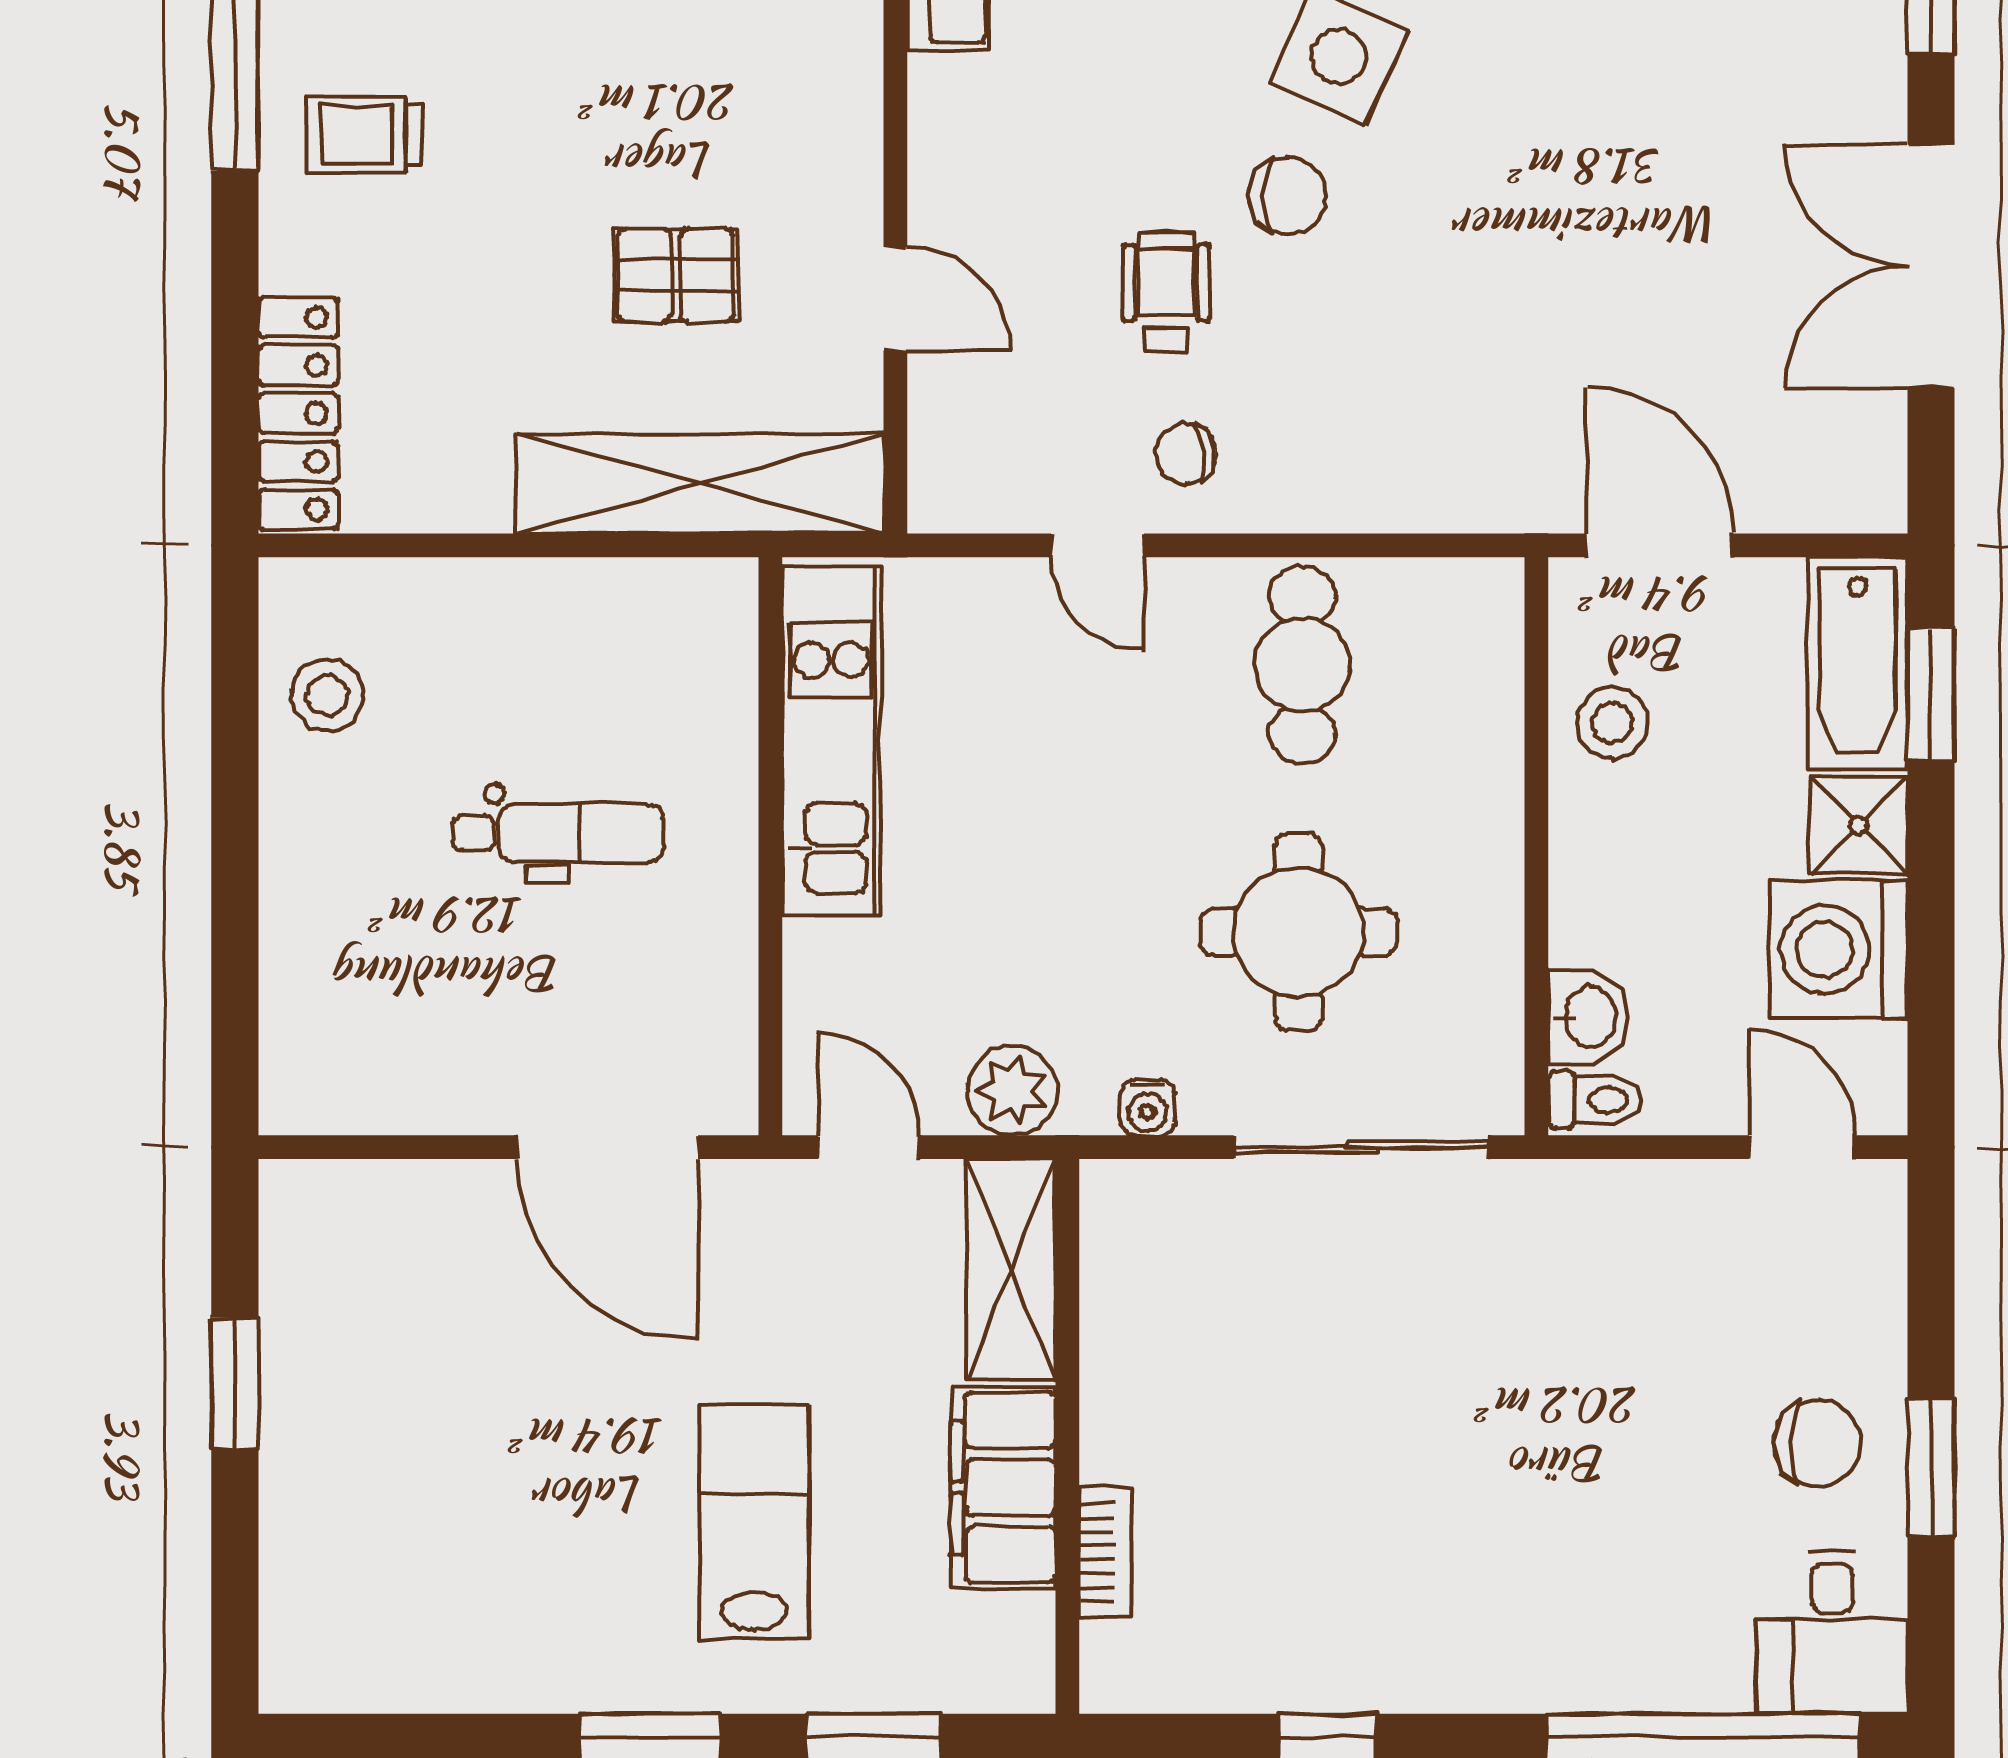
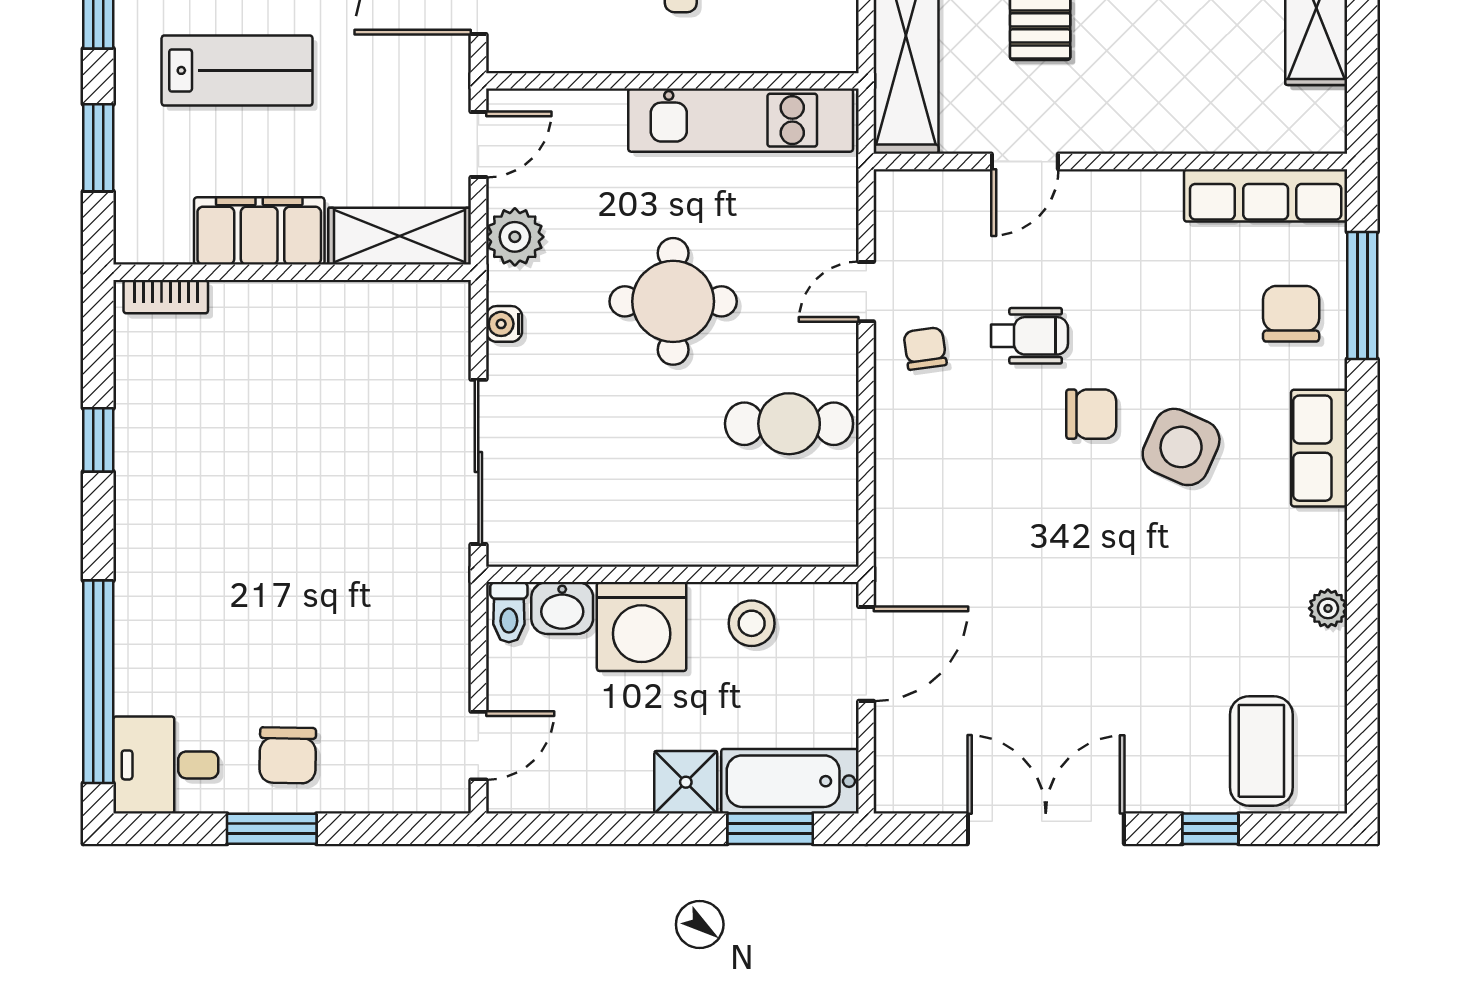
chair: (1287, 196) -> (1091, 414), turned -90
round table: (1298, 932) -> (673, 301), moved
washing machine: (1838, 949) -> (642, 627), moved, turned 180
bookcase: (1105, 1553) -> (166, 297), moved

